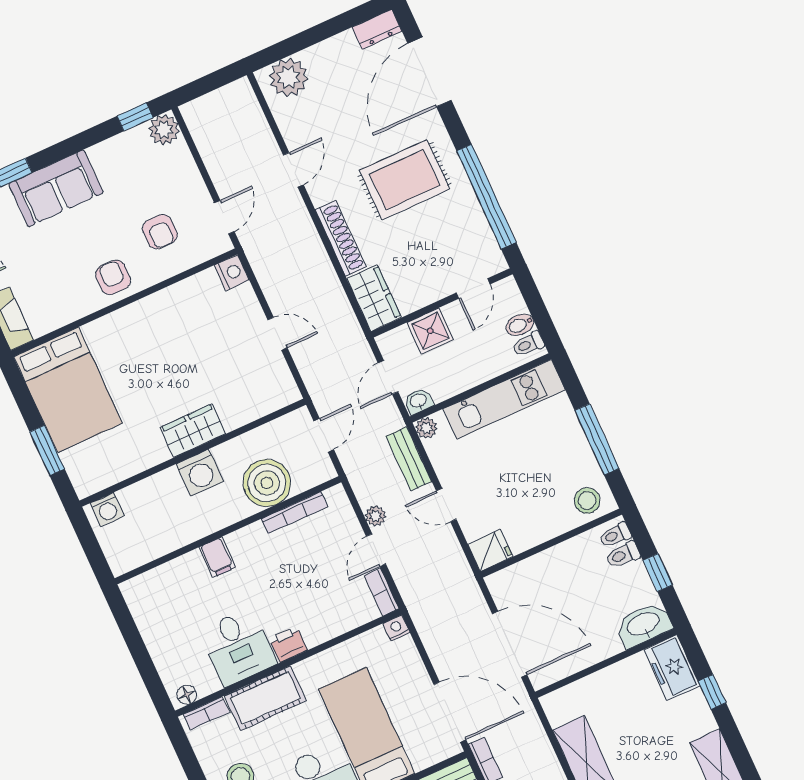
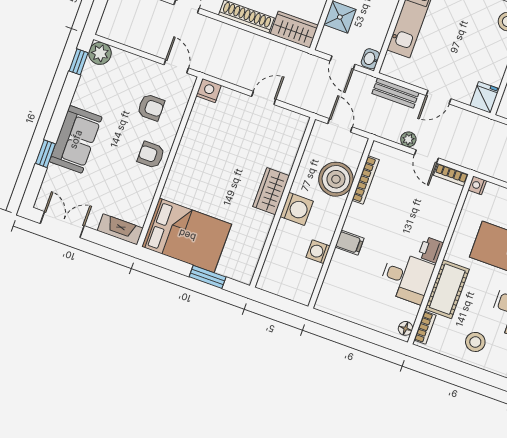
plant: (426, 428) -> (388, 68), removed
washing machine: (107, 509) -> (318, 252), moved, turned 180

